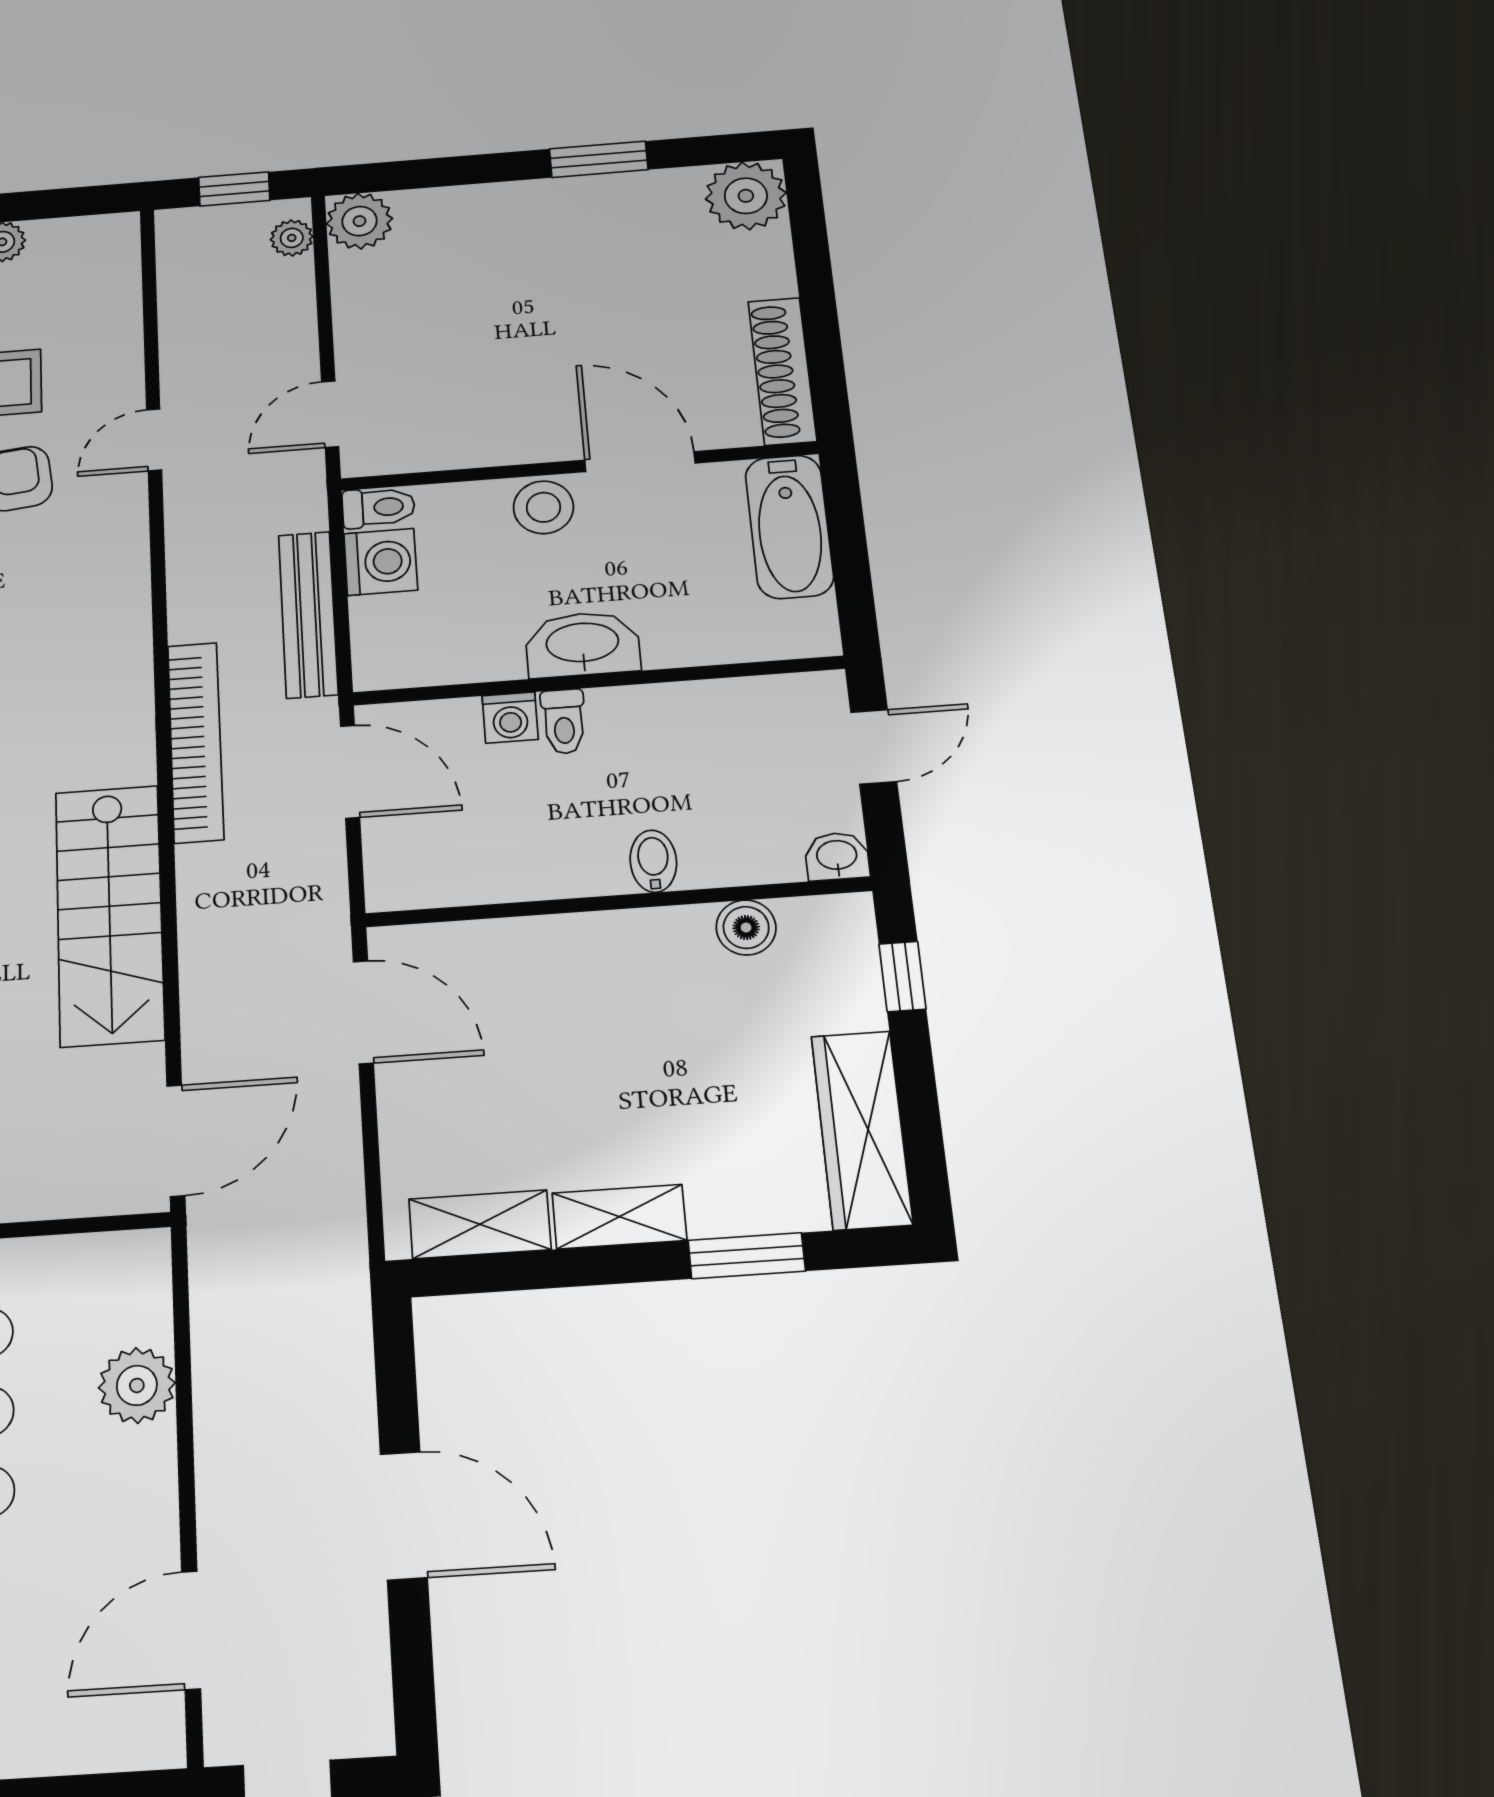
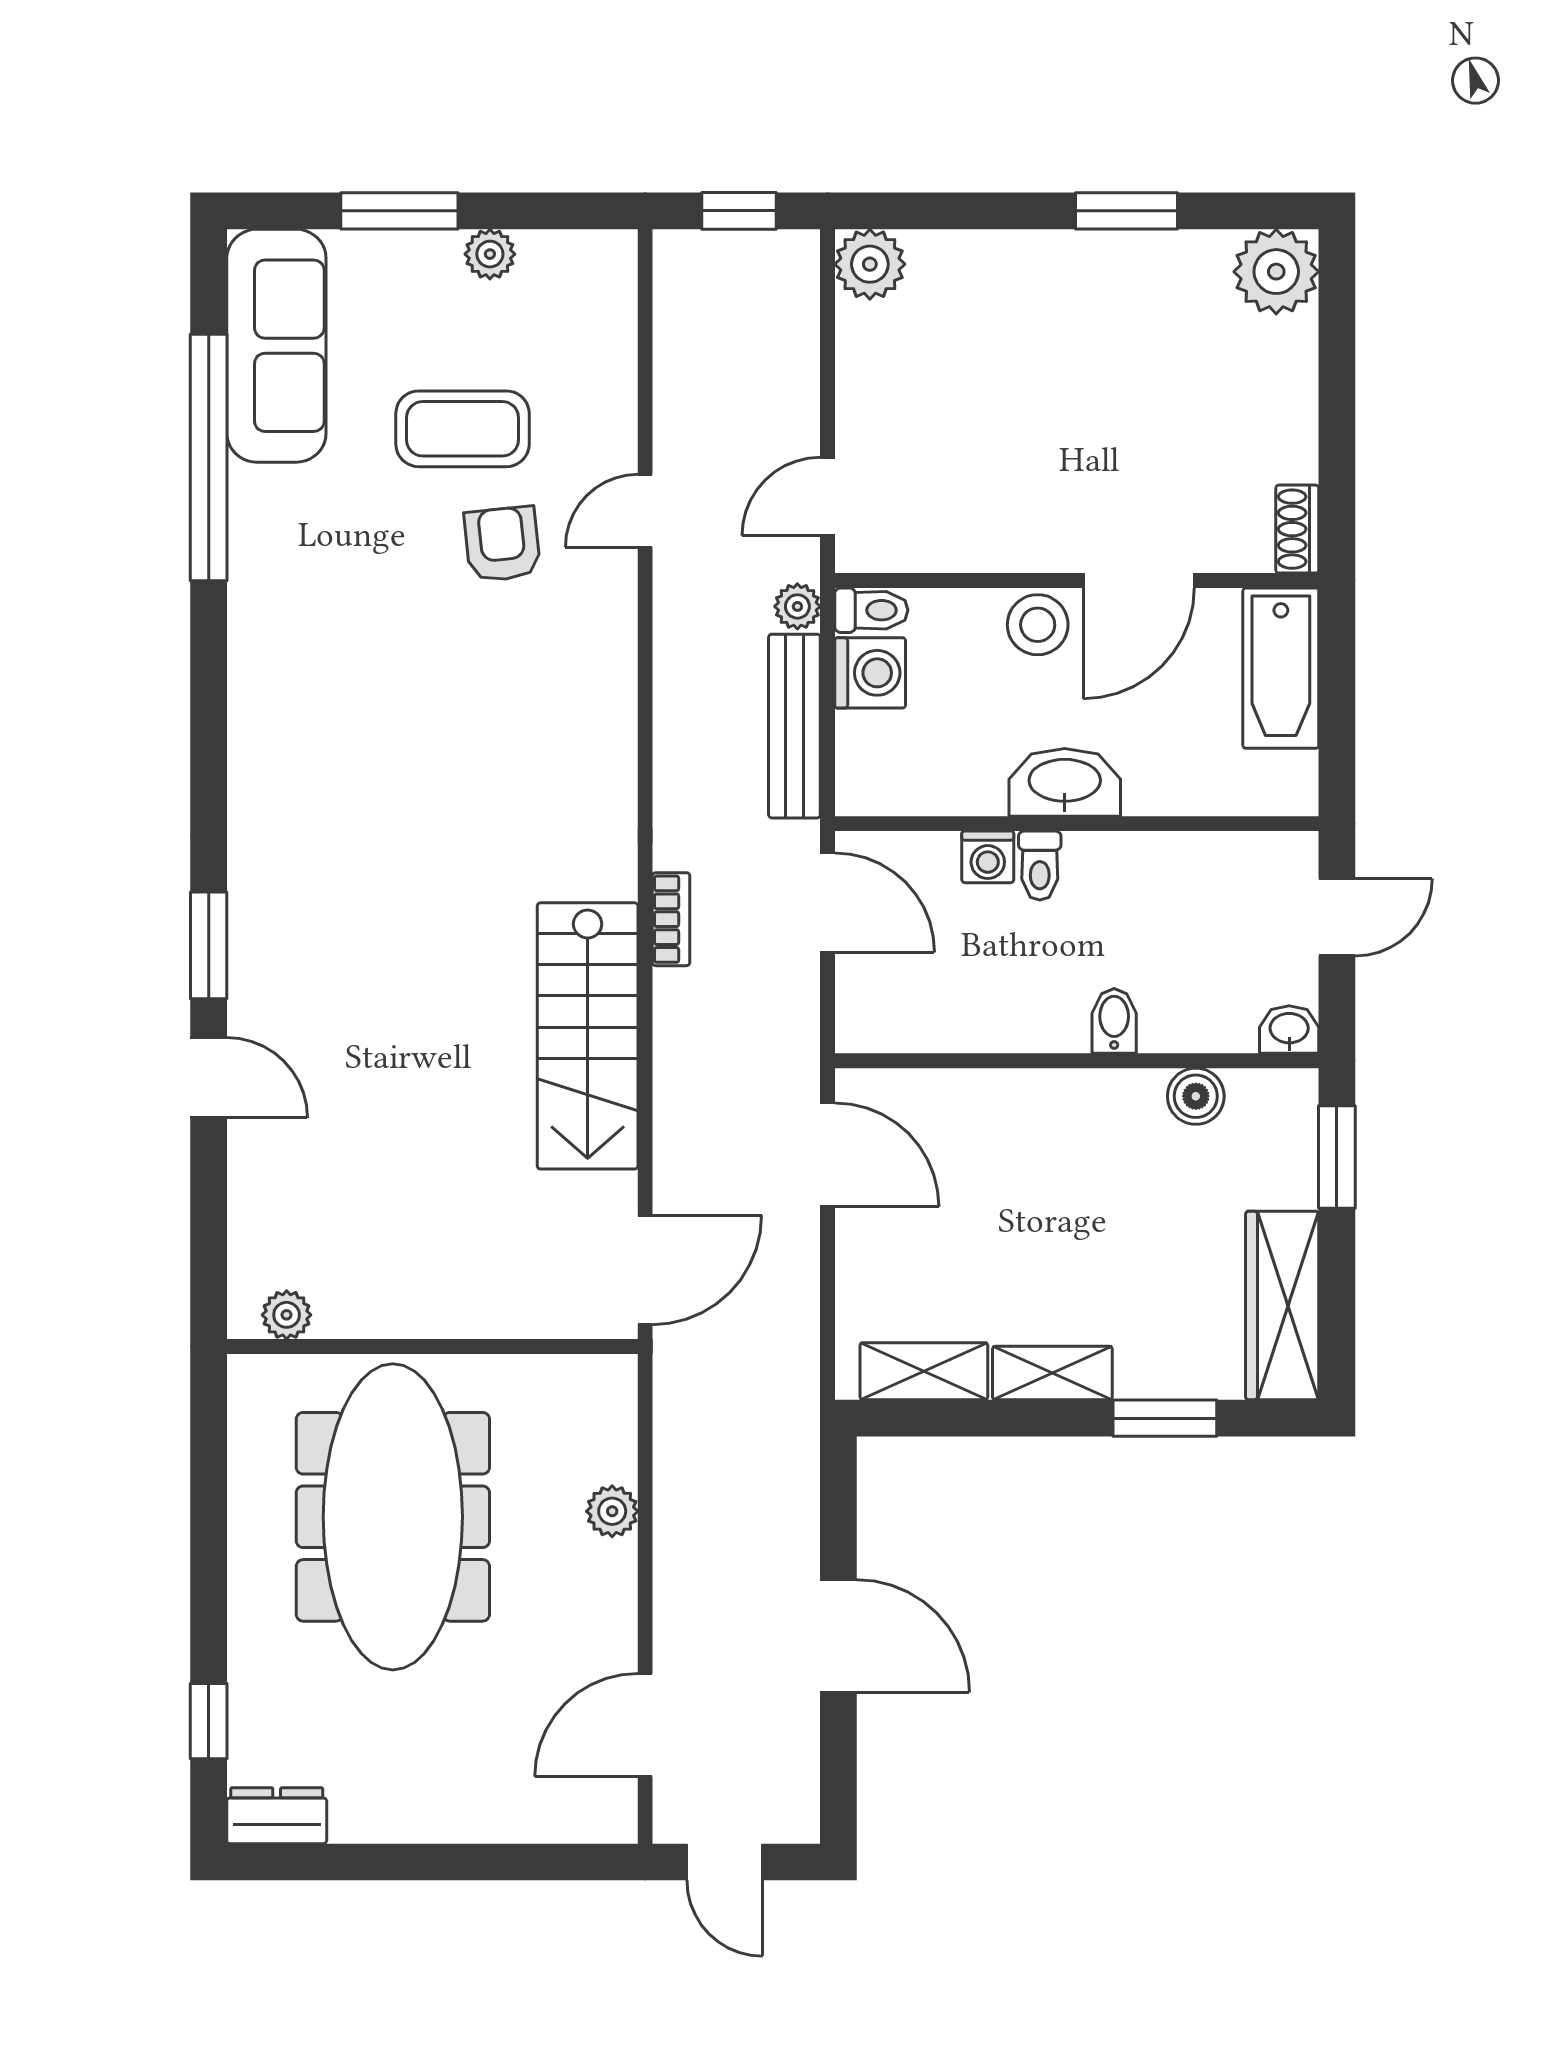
plant: (292, 238) -> (797, 606), moved
shoe rack: (782, 371) -> (1297, 529), width x0.51, depth x0.81
door: (640, 462) -> (1139, 580), swing flipped
bookcase: (196, 742) -> (671, 919), width x0.43, depth x0.76
window: (902, 976) -> (1337, 1157), width x1.50
plant: (137, 1385) -> (612, 1511), width x0.73, depth x0.73

